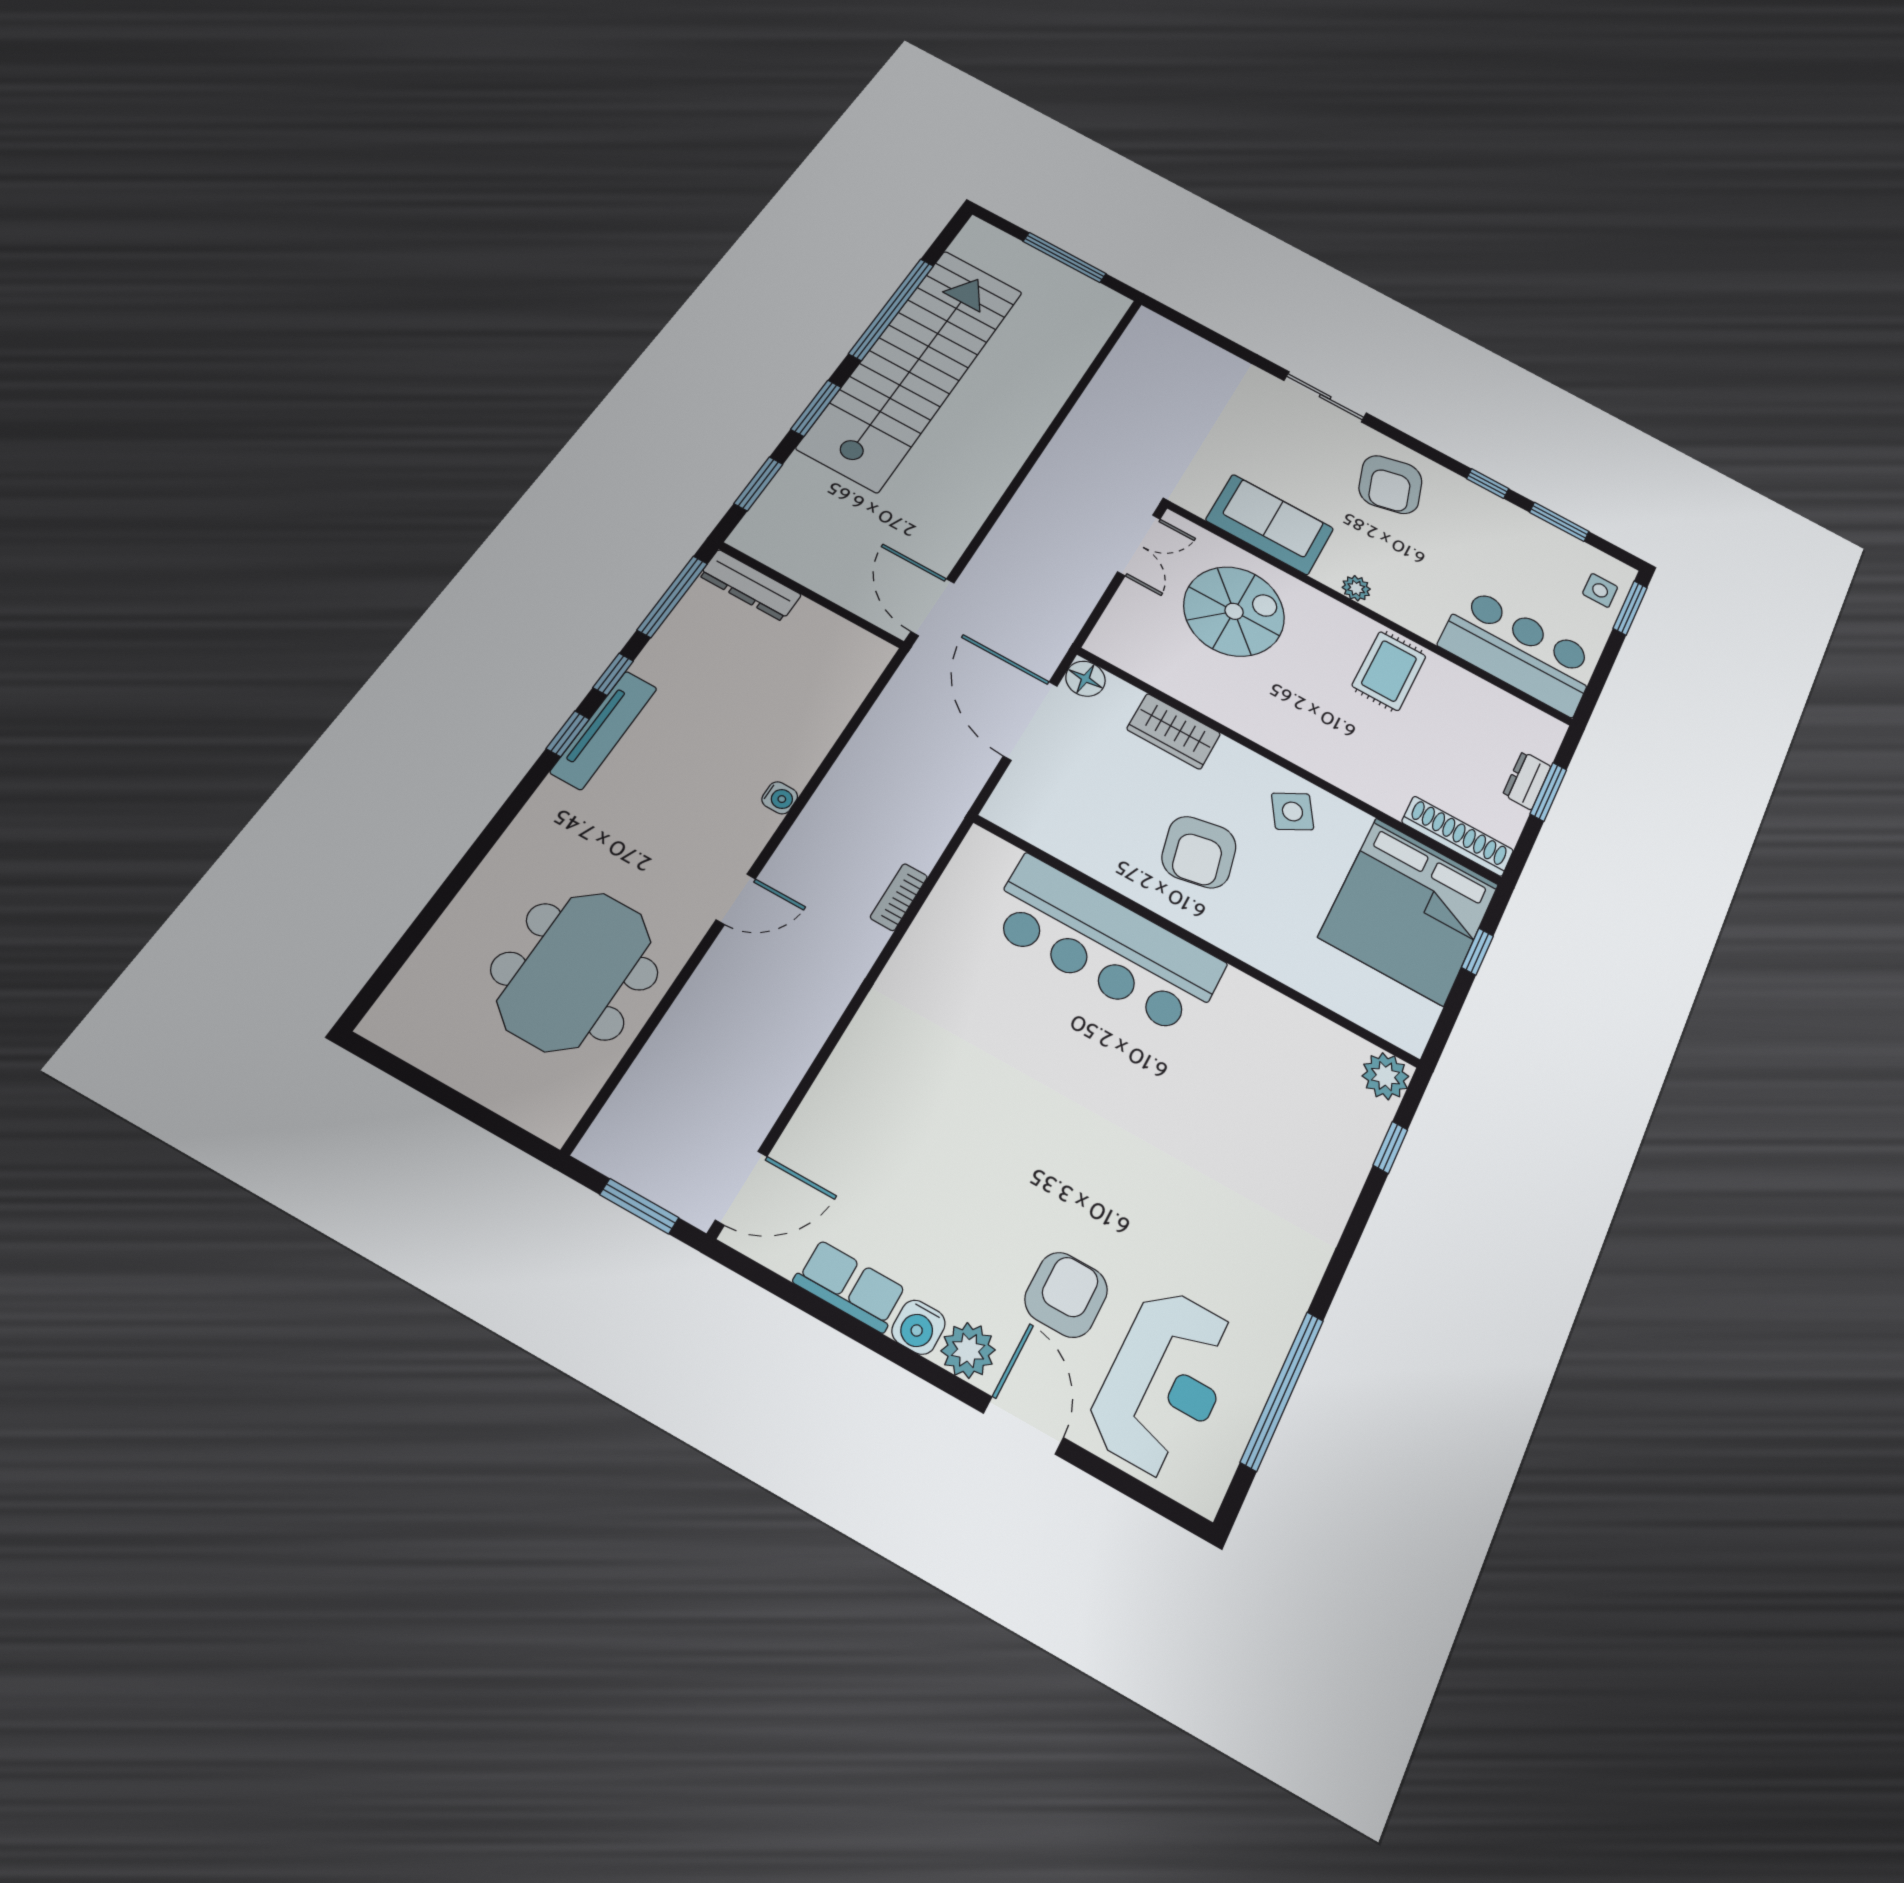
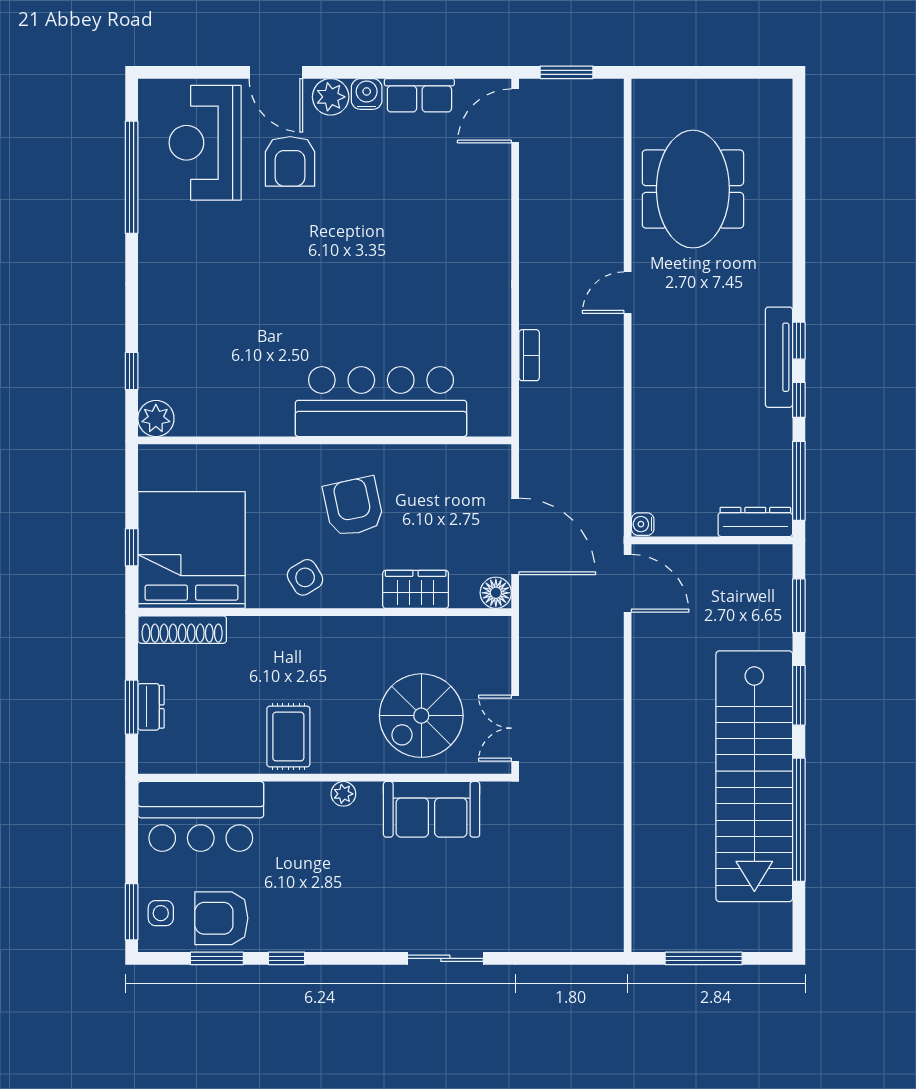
armchair: (1390, 485) -> (221, 918), moved, turned -75
water cooler: (780, 798) -> (643, 524), moved

